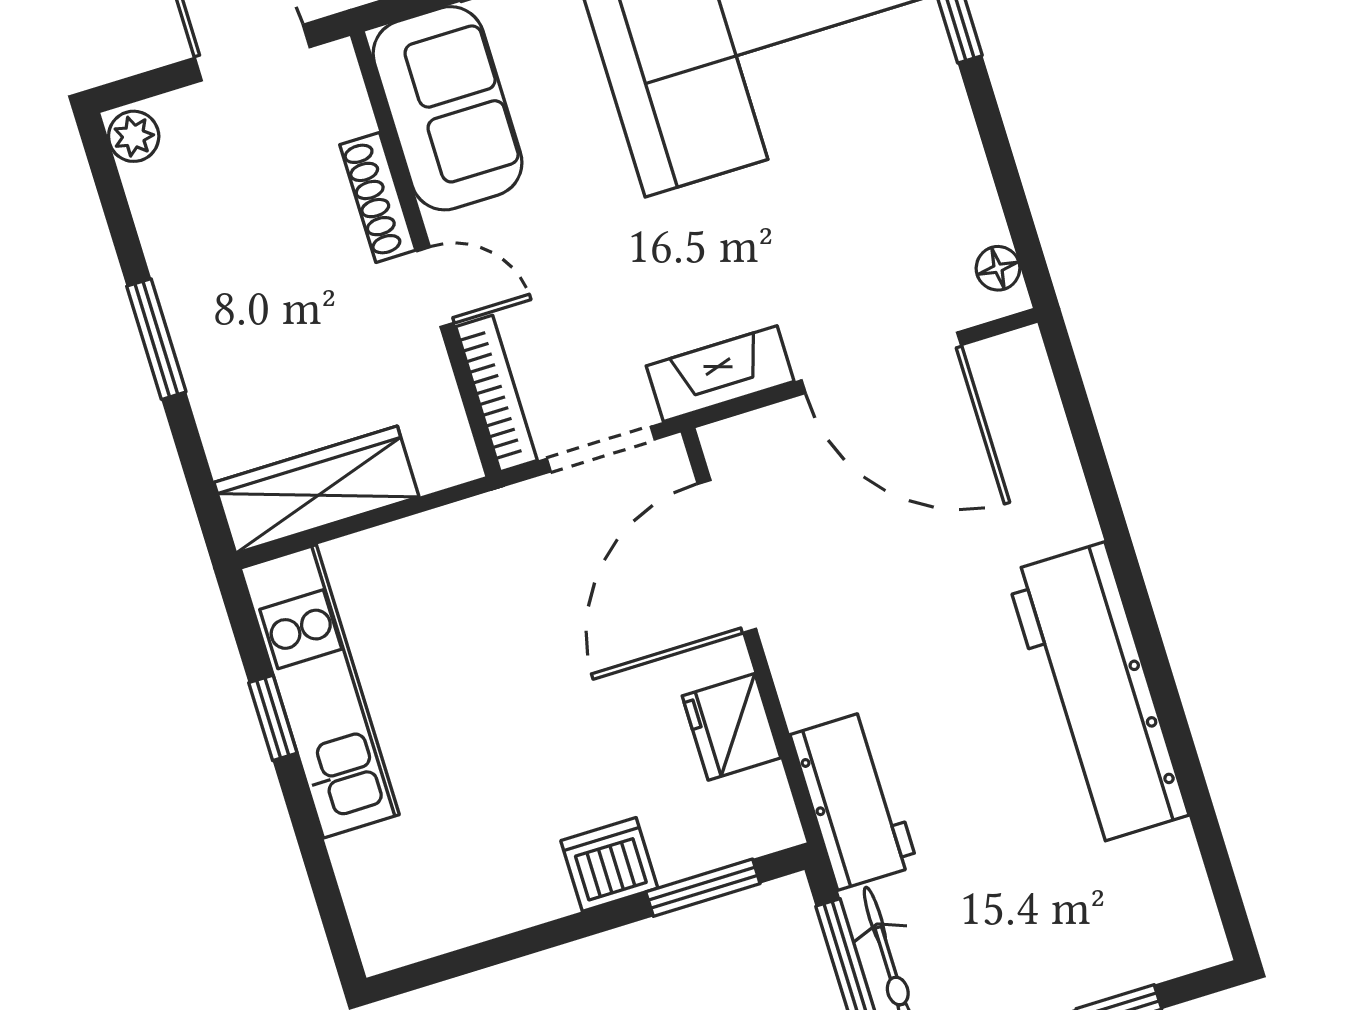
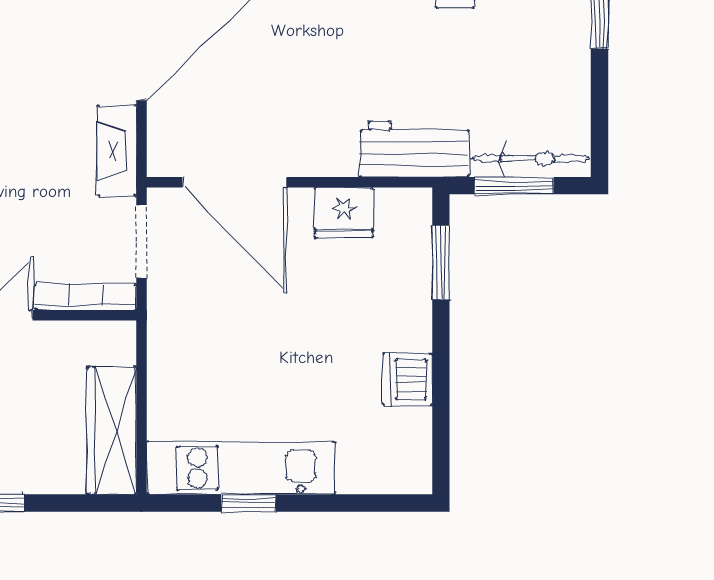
dishwasher: (609, 864) -> (408, 379), moved

